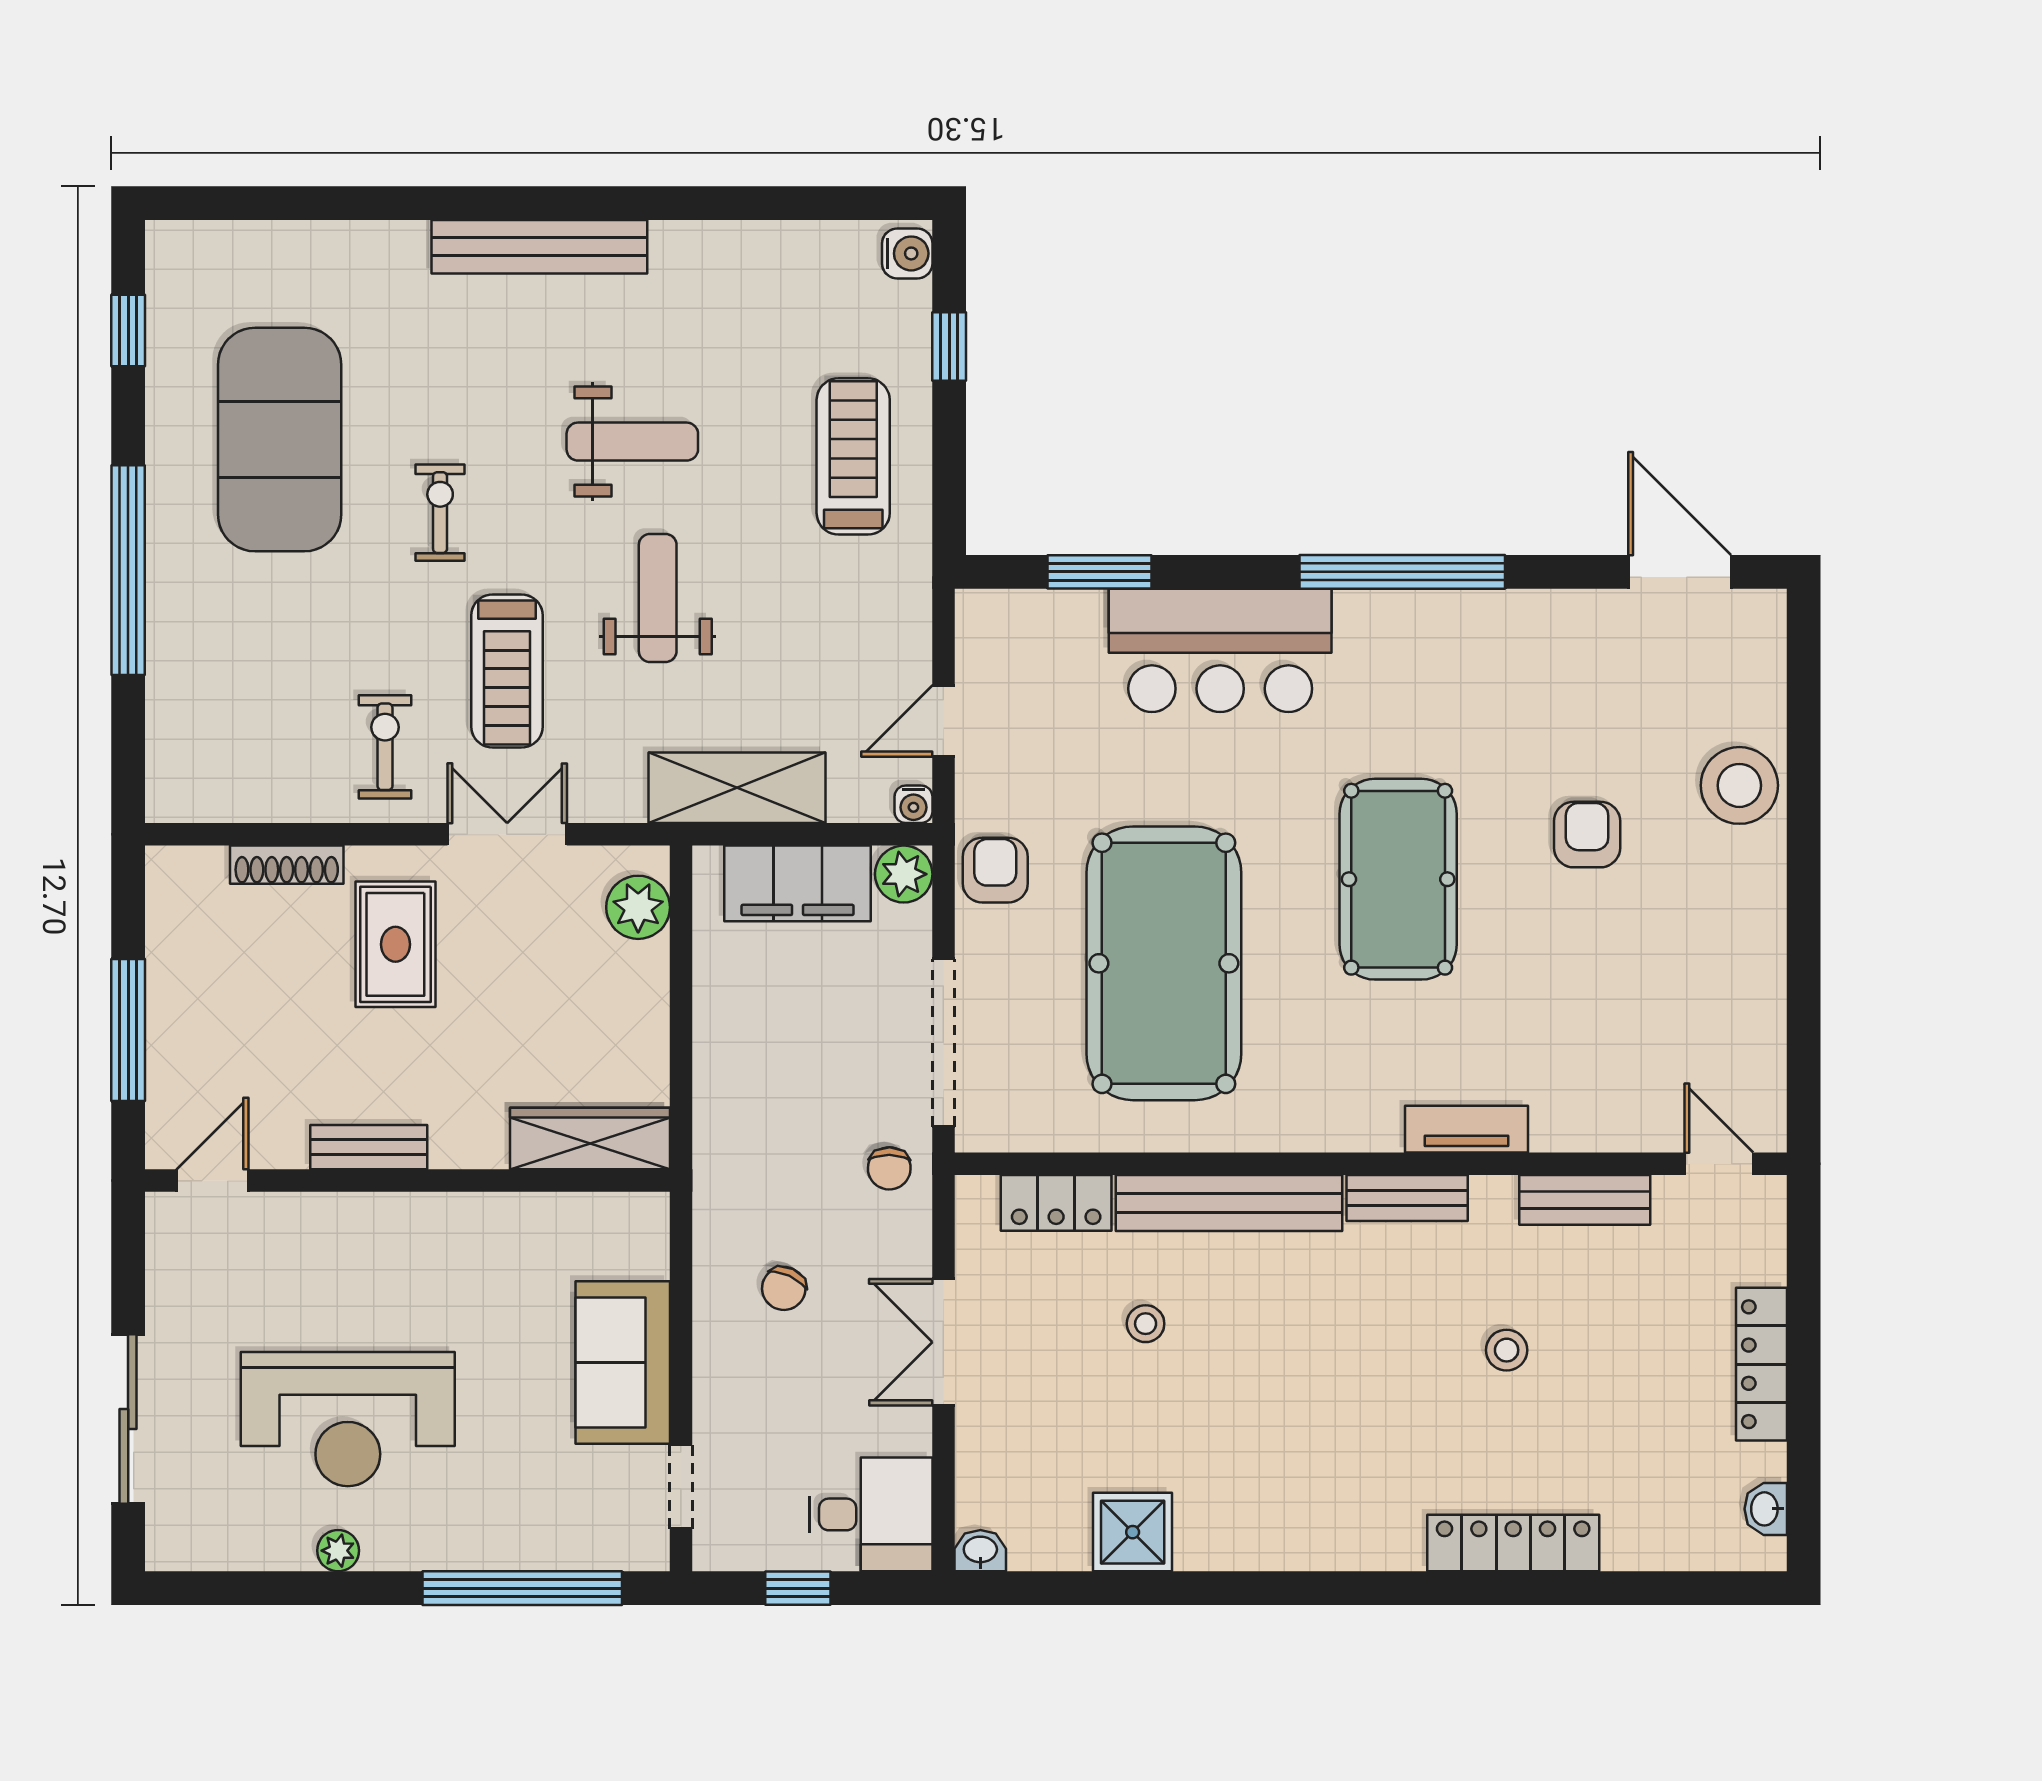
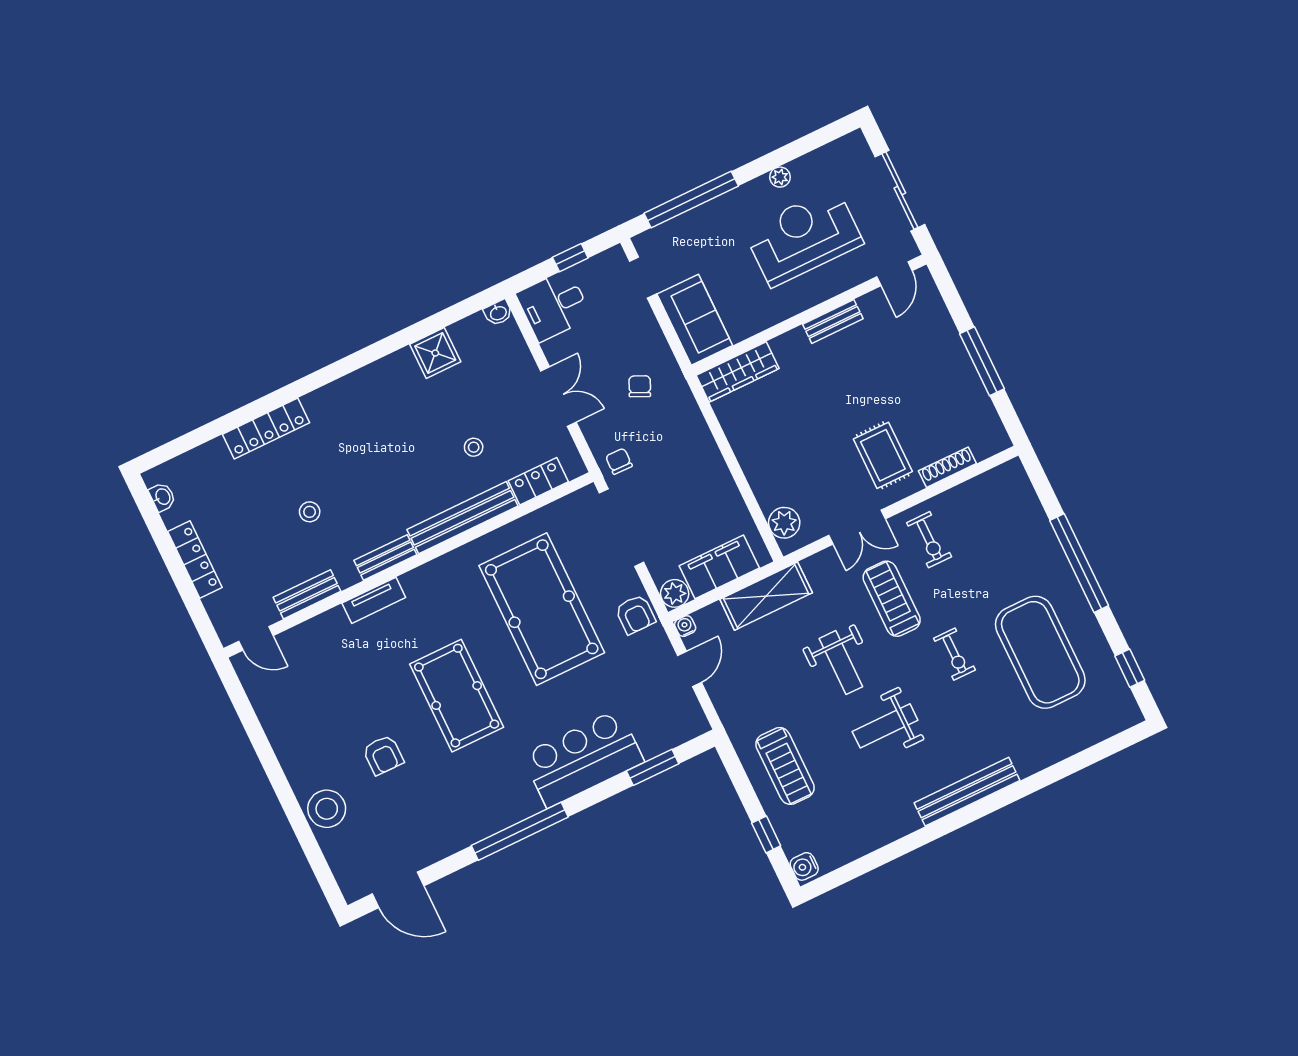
wardrobe: (590, 1138) -> (738, 372), moved
bench: (369, 1147) -> (833, 321), moved
door: (212, 1181) -> (894, 274), moved
wall: (407, 1181) -> (809, 315), moved

